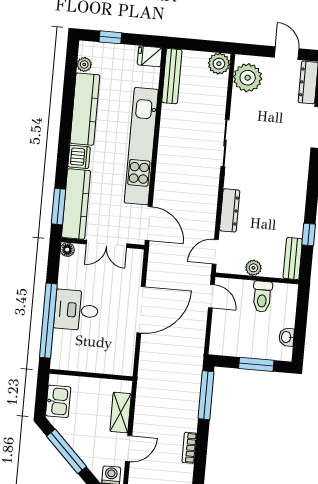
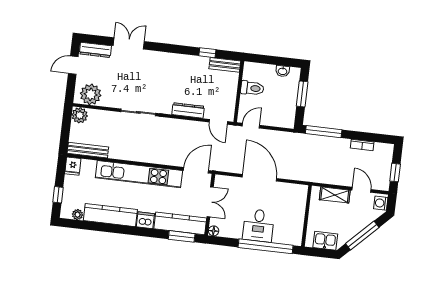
plant: (253, 268) -> (231, 94), removed

